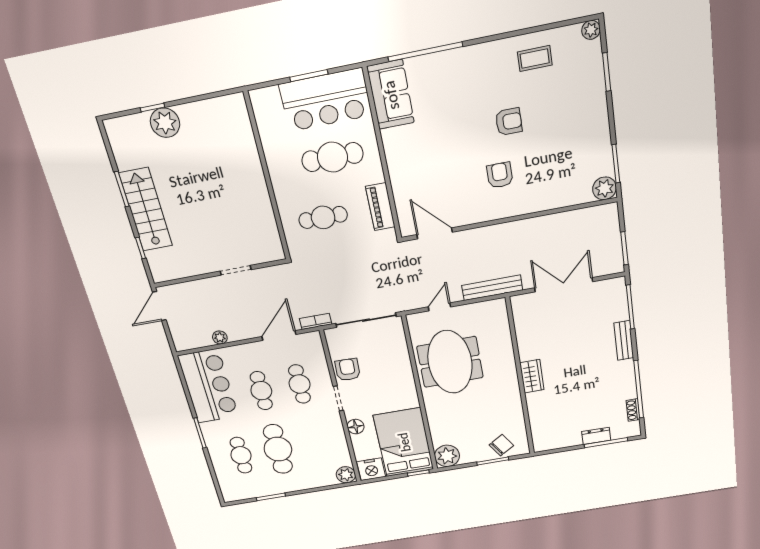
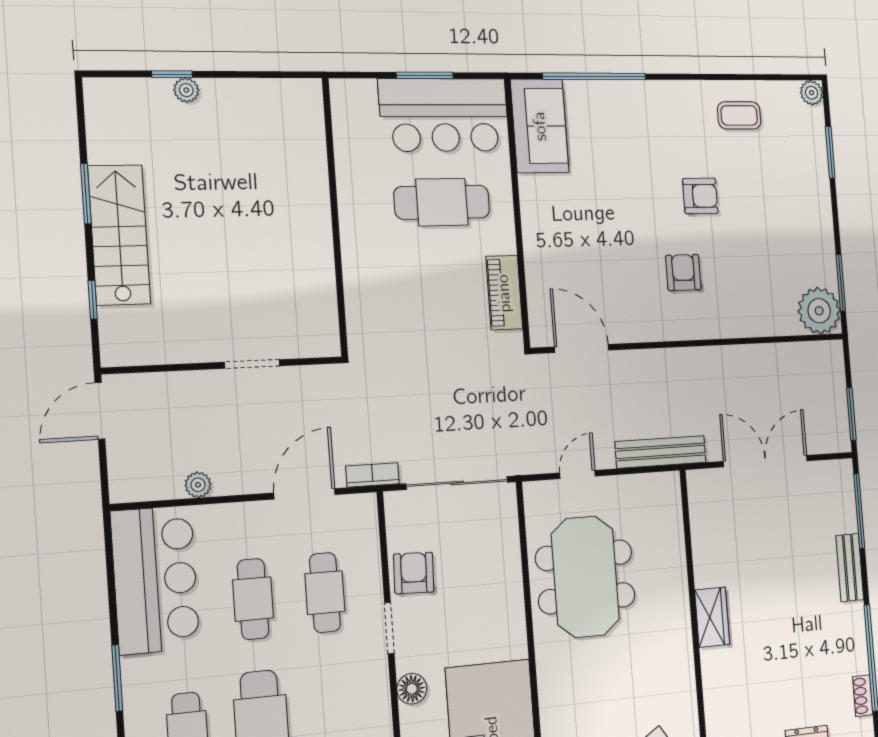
plant: (165, 123) -> (186, 90), width x0.53, depth x0.53
plant: (604, 188) -> (819, 311), width x1.36, depth x1.36
cafe table: (323, 217) -> (413, 296), removed

